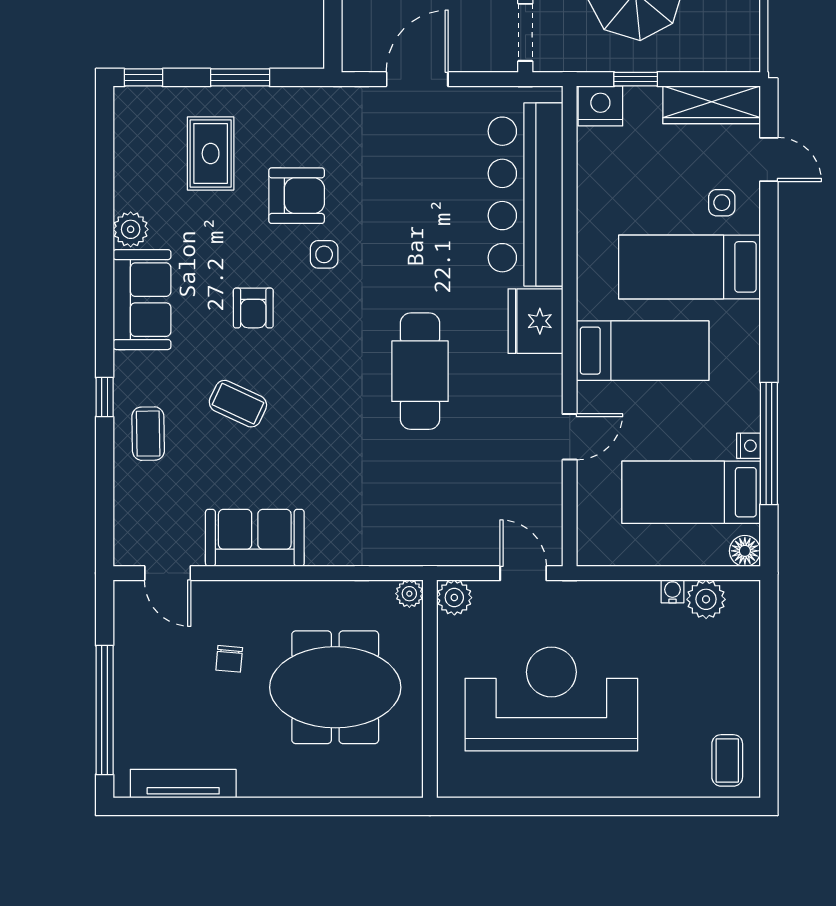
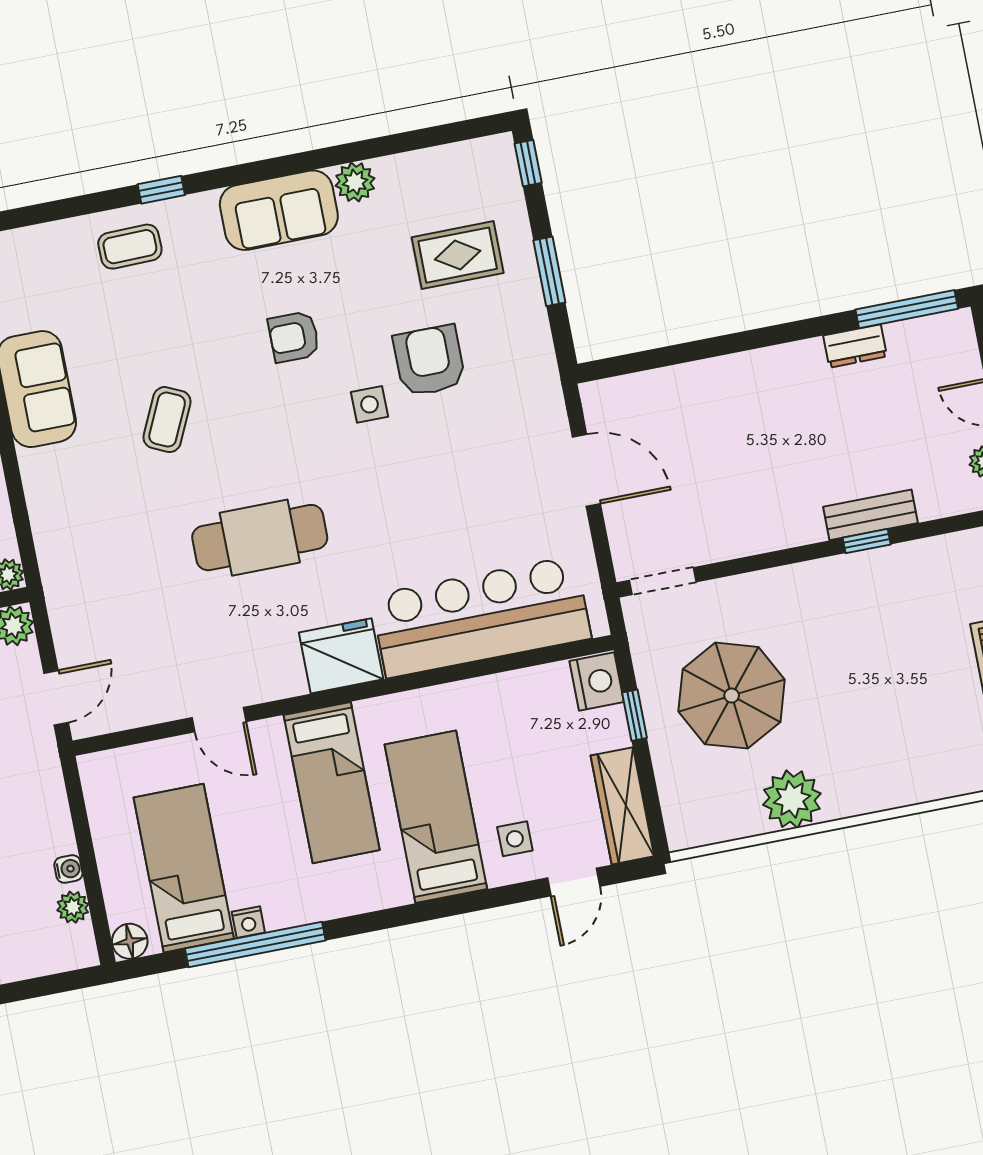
armchair: (297, 196) -> (429, 361), turned 180
coffee table: (238, 404) -> (167, 420), moved
plant: (706, 599) -> (73, 907), width x0.73, depth x0.73

